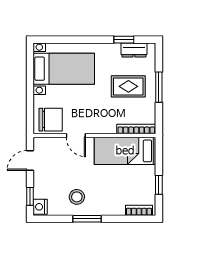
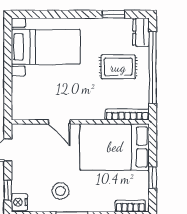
dresser: (134, 50) -> (141, 32), moved, turned 90
window: (159, 87) -> (153, 68), width x2.11
chair: (51, 120) -> (31, 104), removed
bed: (125, 151) -> (115, 147), width x1.50

